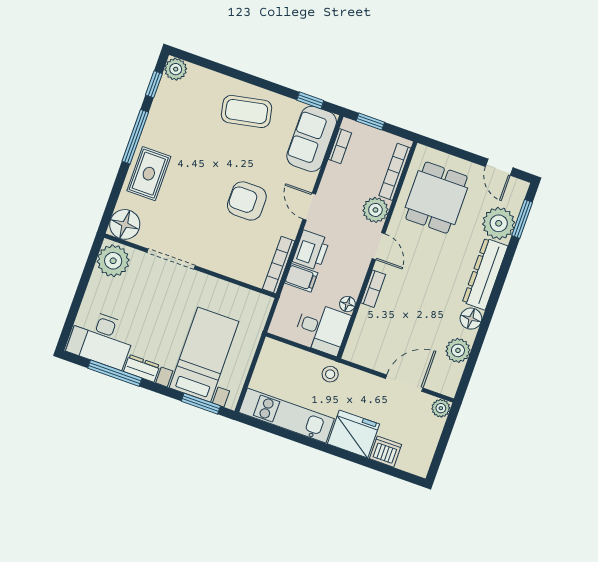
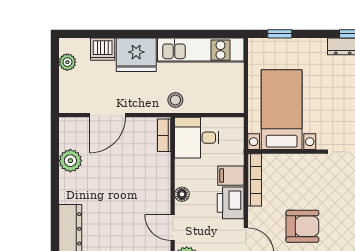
bookcase: (373, 289) -> (164, 135), moved
floor lamp: (347, 304) -> (182, 194), moved
floor lamp: (471, 319) -> (69, 193), removed
bed with nightstands: (204, 355) -> (282, 110), moved, turned 180
window: (201, 404) -> (280, 34), width x0.67
plant: (441, 408) -> (67, 62), moved

